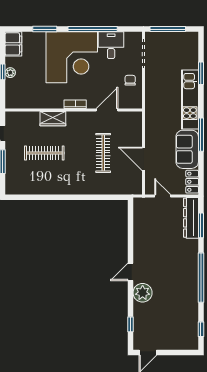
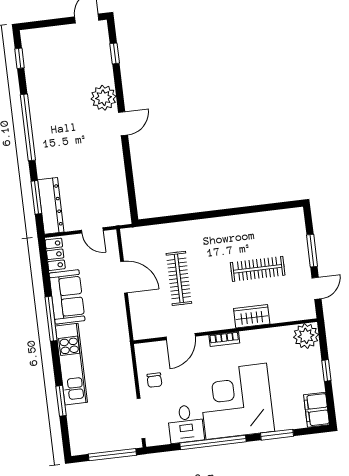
plant: (10, 73) -> (306, 336), moved, width x1.88, depth x1.88

